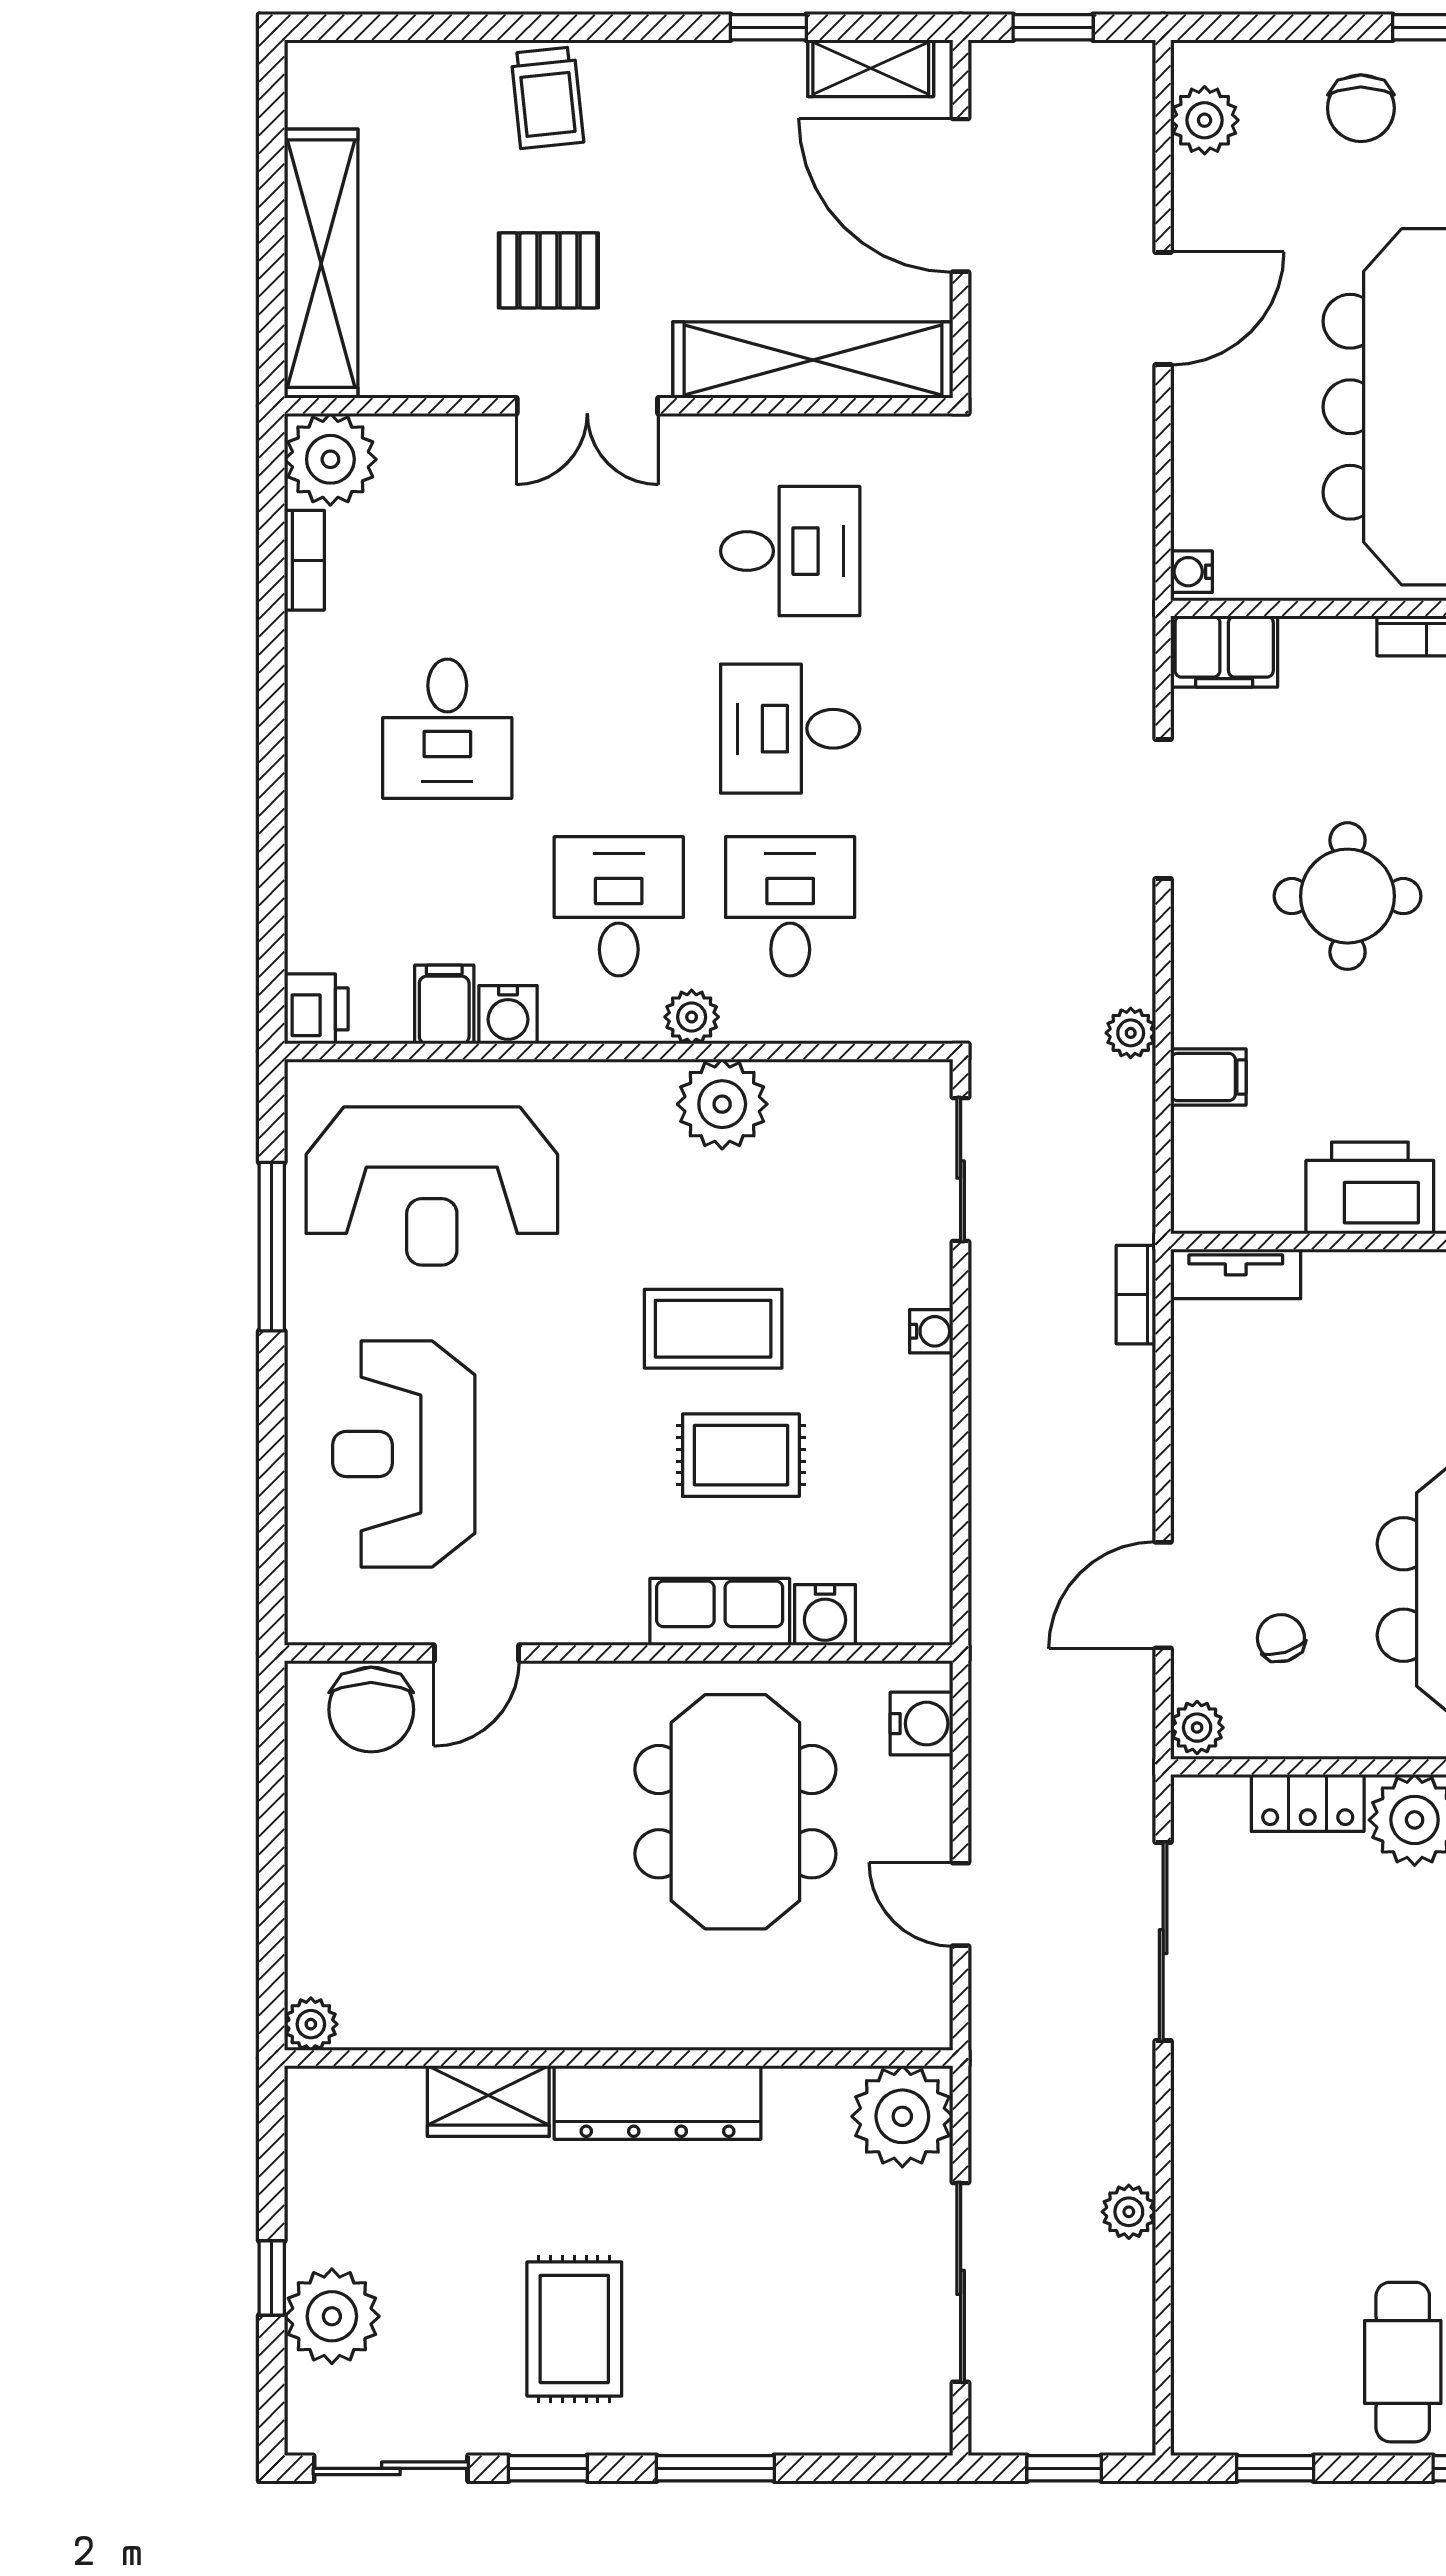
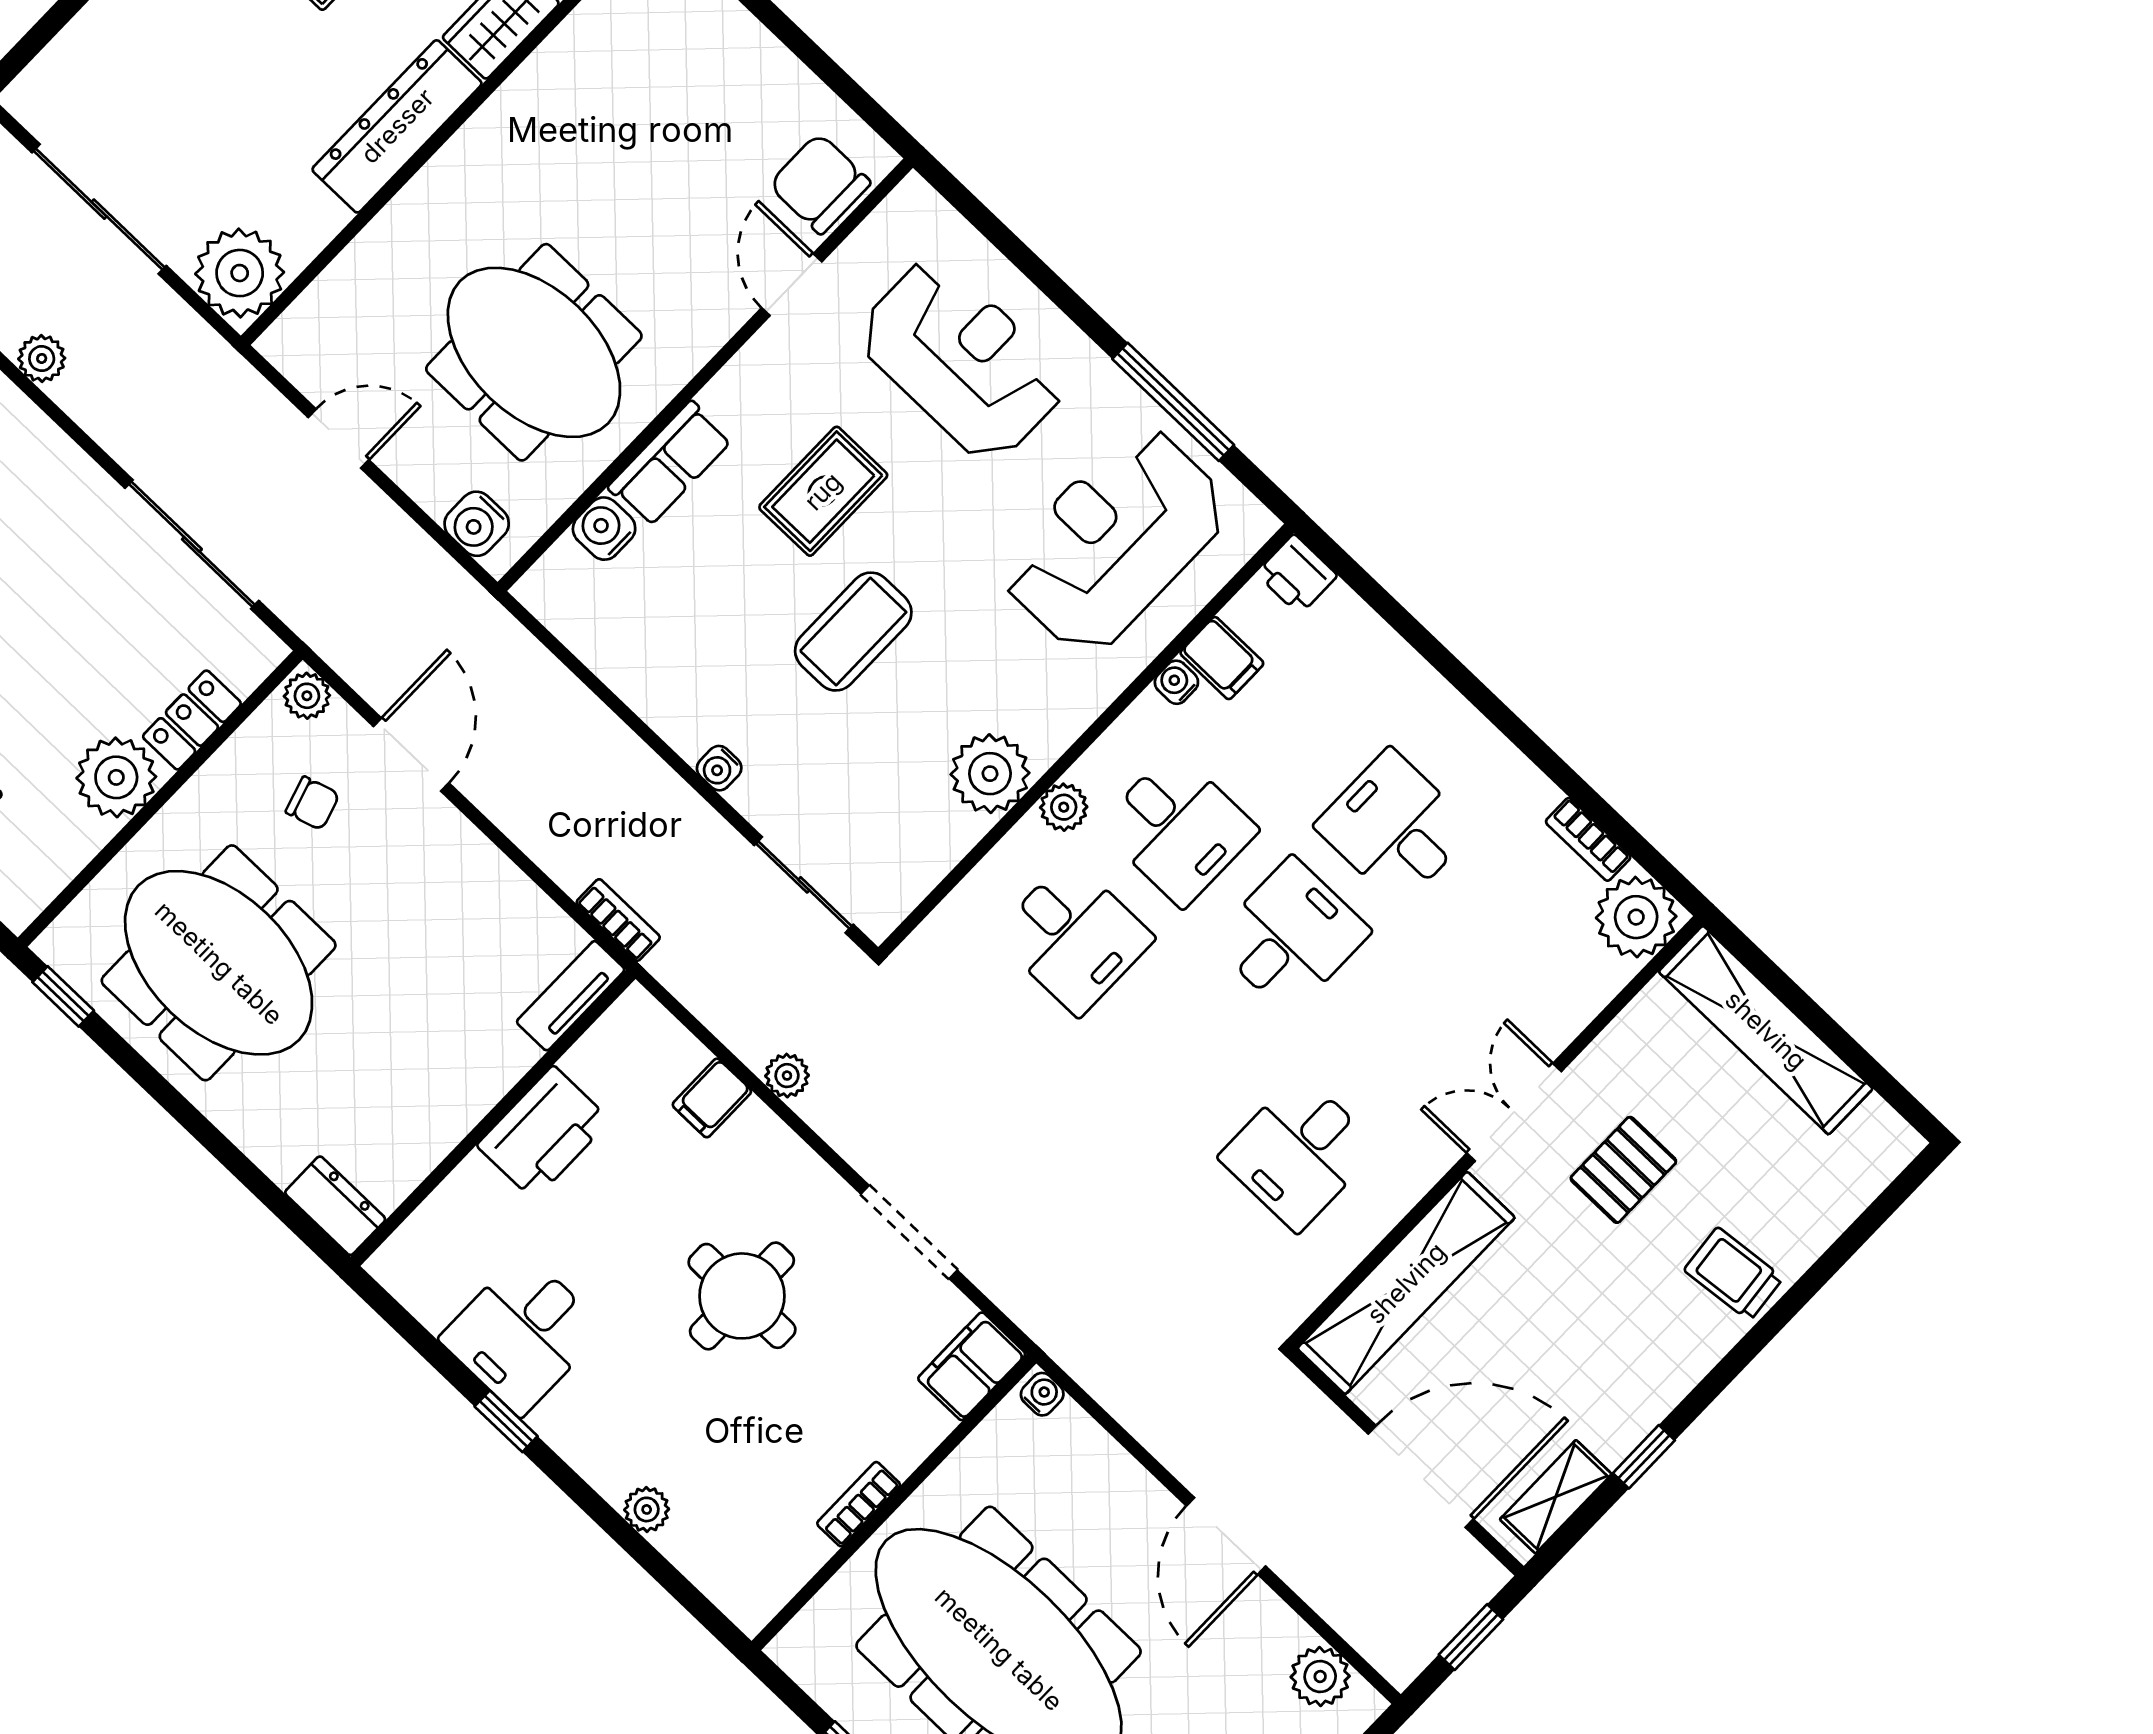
desk: (790, 729) -> (1291, 936), moved
water cooler: (508, 1015) -> (1176, 682), width x0.72, depth x0.72
rug: (741, 1455) -> (823, 491), moved

